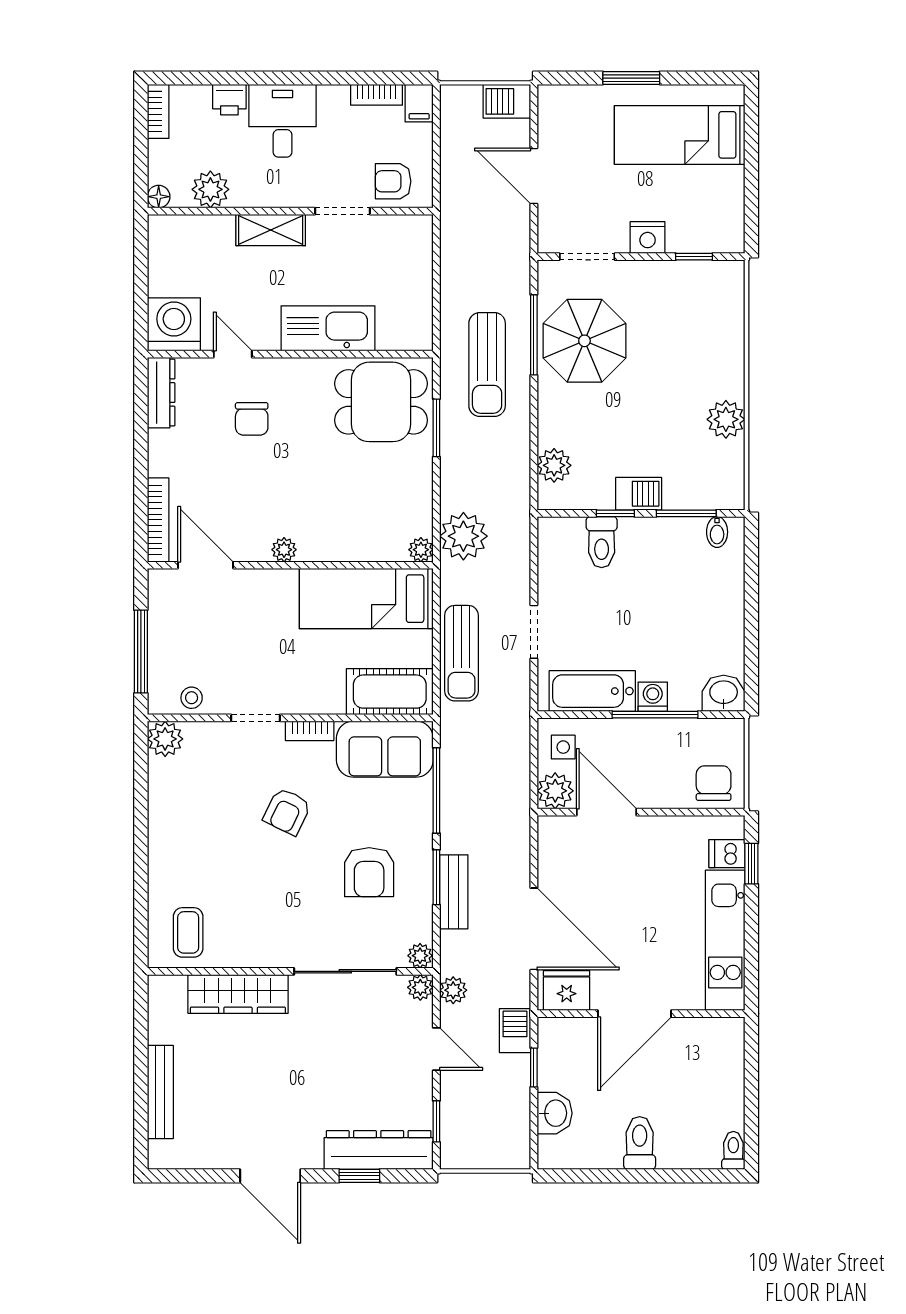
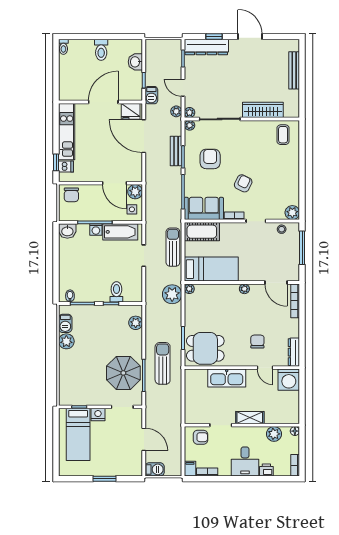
bed: (680, 135) -> (78, 434), moved, turned 90
barbecue: (639, 494) -> (65, 323), moved, turned -90

